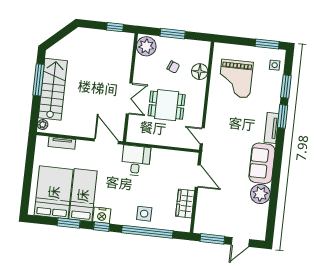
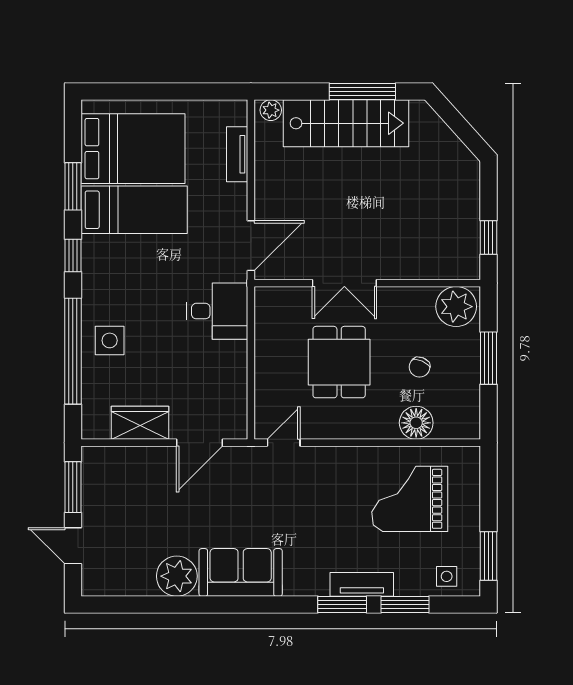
tv unit: (272, 128) -> (362, 584), moved
nightstand: (102, 215) -> (97, 253), removed

